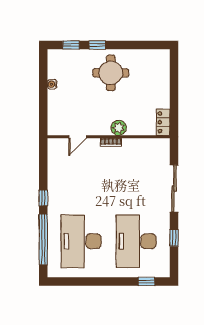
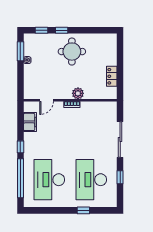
window: (43, 73) -> (20, 51), added
locker: (163, 122) -> (112, 76), moved
filing cabinet: (56, 165) -> (30, 122), added
window: (146, 281) -> (83, 210), moved

